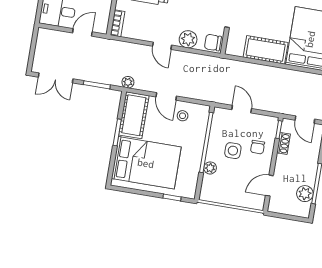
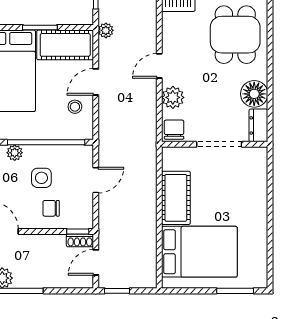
shoe rack: (284, 143) -> (80, 240), moved

